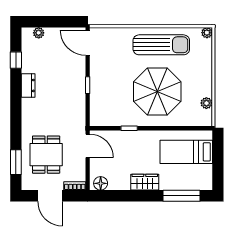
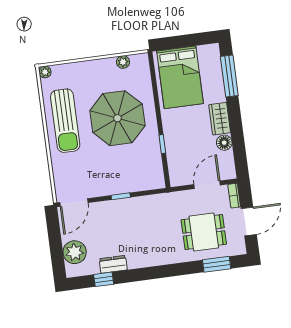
plant: (39, 33) -> (75, 252), width x1.87, depth x1.87
sun lounger: (161, 45) -> (65, 121), turned 180
dresser: (28, 85) -> (113, 264), moved
door: (88, 146) -> (207, 185), moved
bed: (186, 152) -> (180, 77), width x1.50
floor lamp: (101, 183) -> (224, 143), moved

